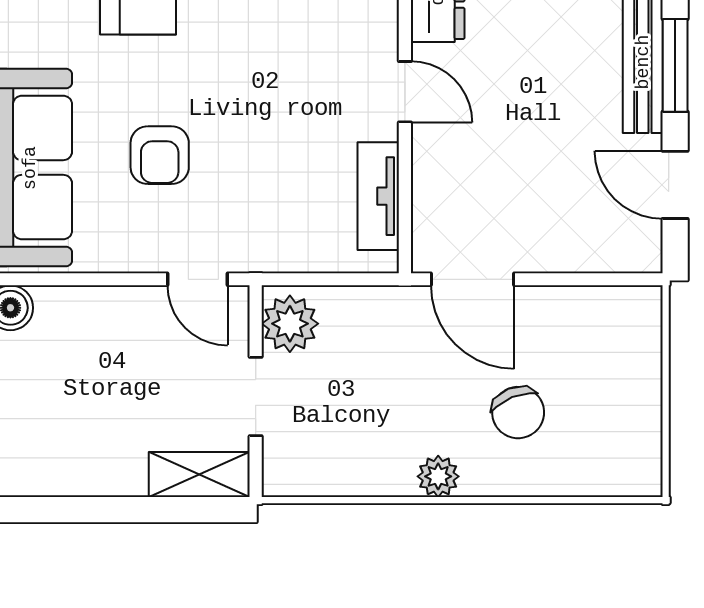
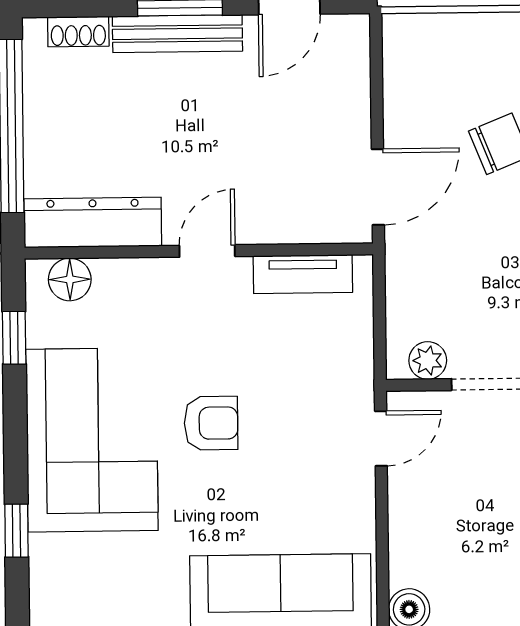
armchair: (160, 155) -> (211, 423), moved
plant: (290, 324) -> (428, 361), width x0.73, depth x0.73

